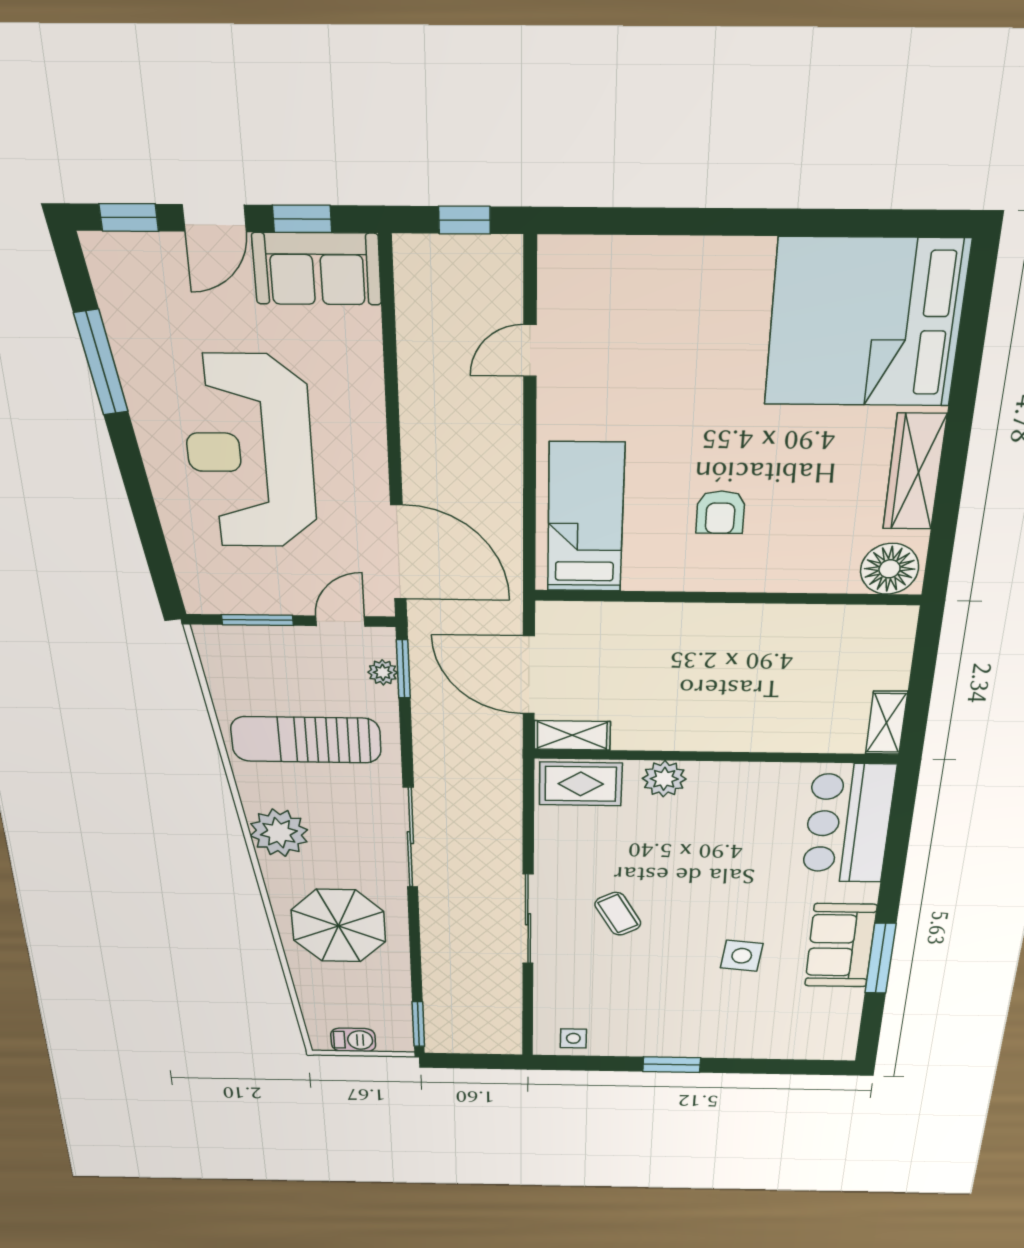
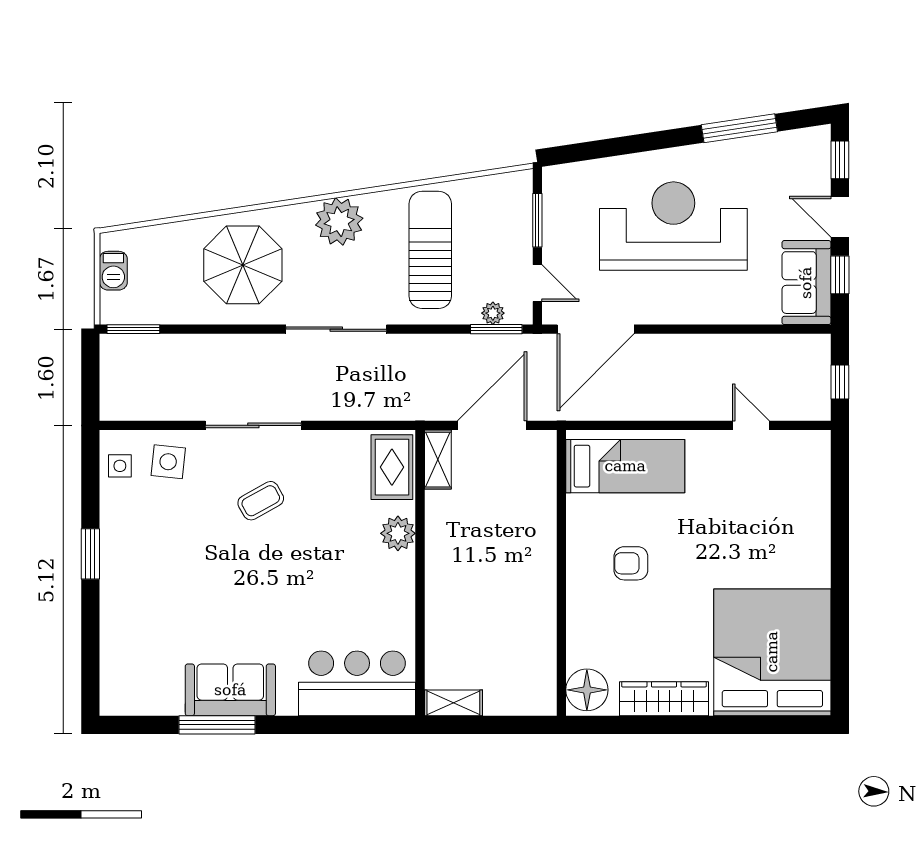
side table: (742, 956) -> (168, 462), moved

